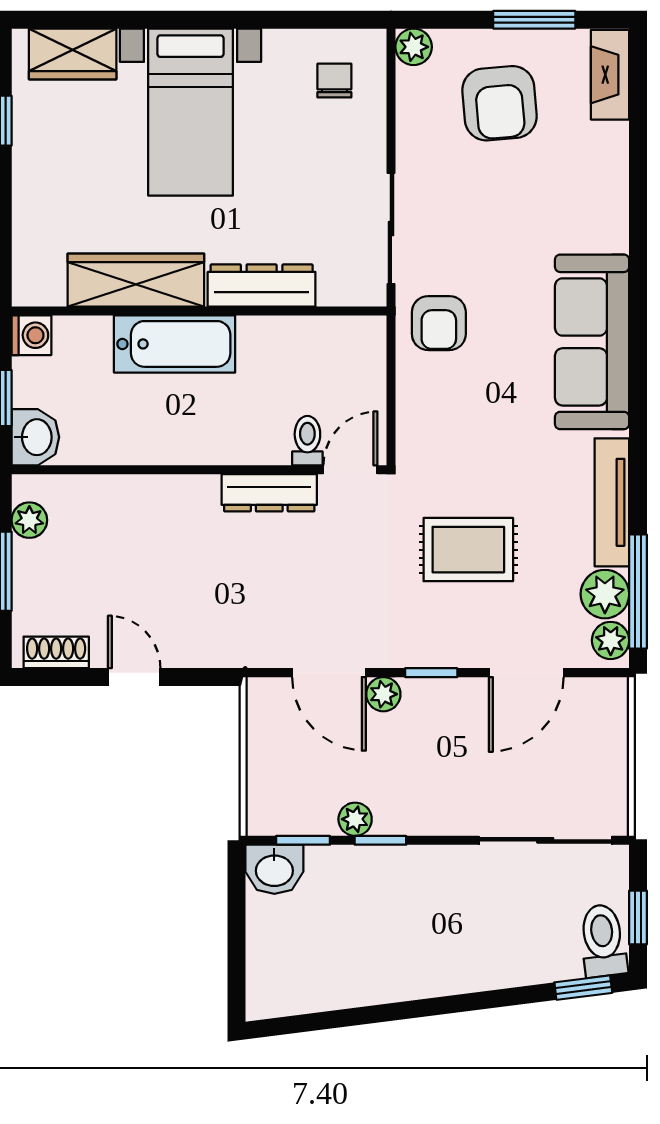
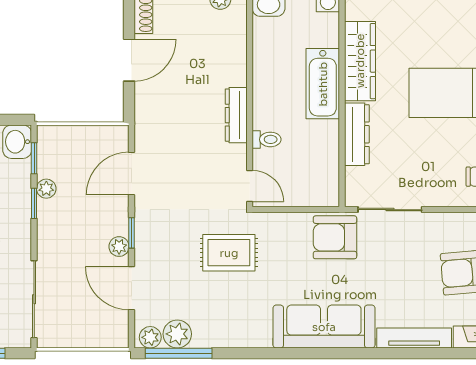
armchair: (439, 323) -> (335, 237), width x1.38, depth x1.38
toilet: (307, 441) -> (267, 139), moved
dresser: (269, 493) -> (236, 115), moved
tv unit: (612, 502) -> (414, 338), moved
rug: (468, 550) -> (229, 253), moved, turned 90
door: (134, 677) -> (129, 60), width x1.38
plant: (383, 694) -> (119, 247), moved

